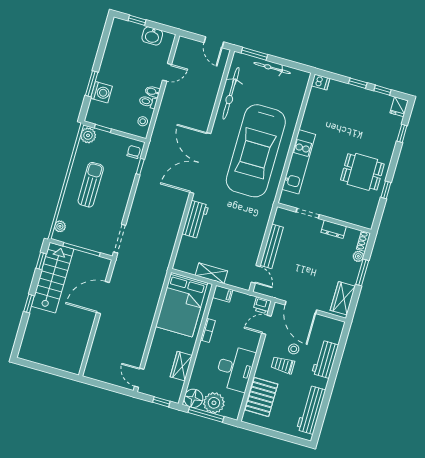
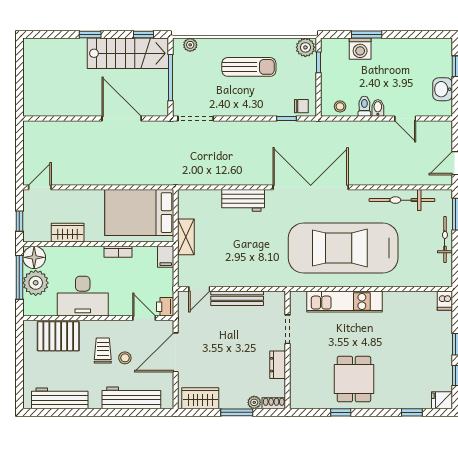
workbench: (325, 359) -> (131, 398), width x1.38

